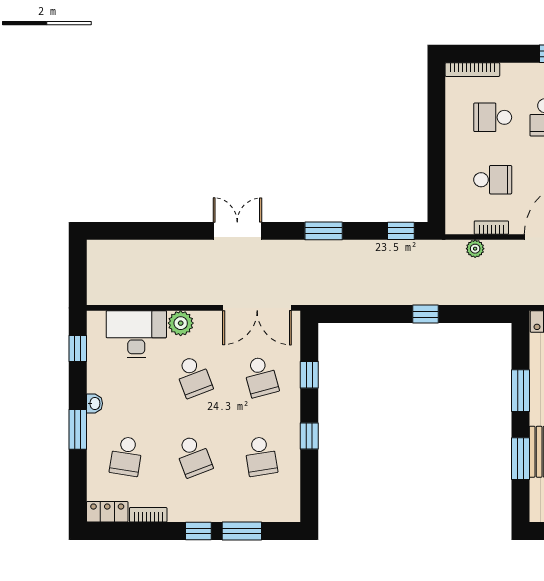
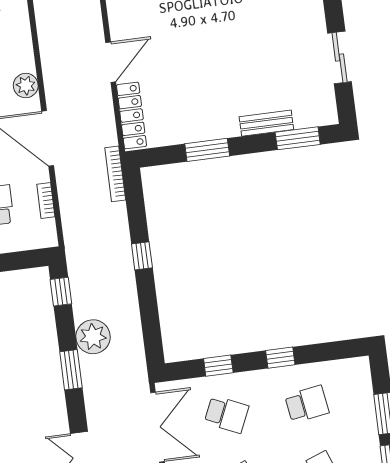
plant: (475, 249) -> (93, 337), moved, width x1.87, depth x1.87
bookcase: (509, 298) -> (115, 174), added
school desk: (261, 377) -> (226, 414), turned 39
window: (520, 459) -> (298, 138), moved

